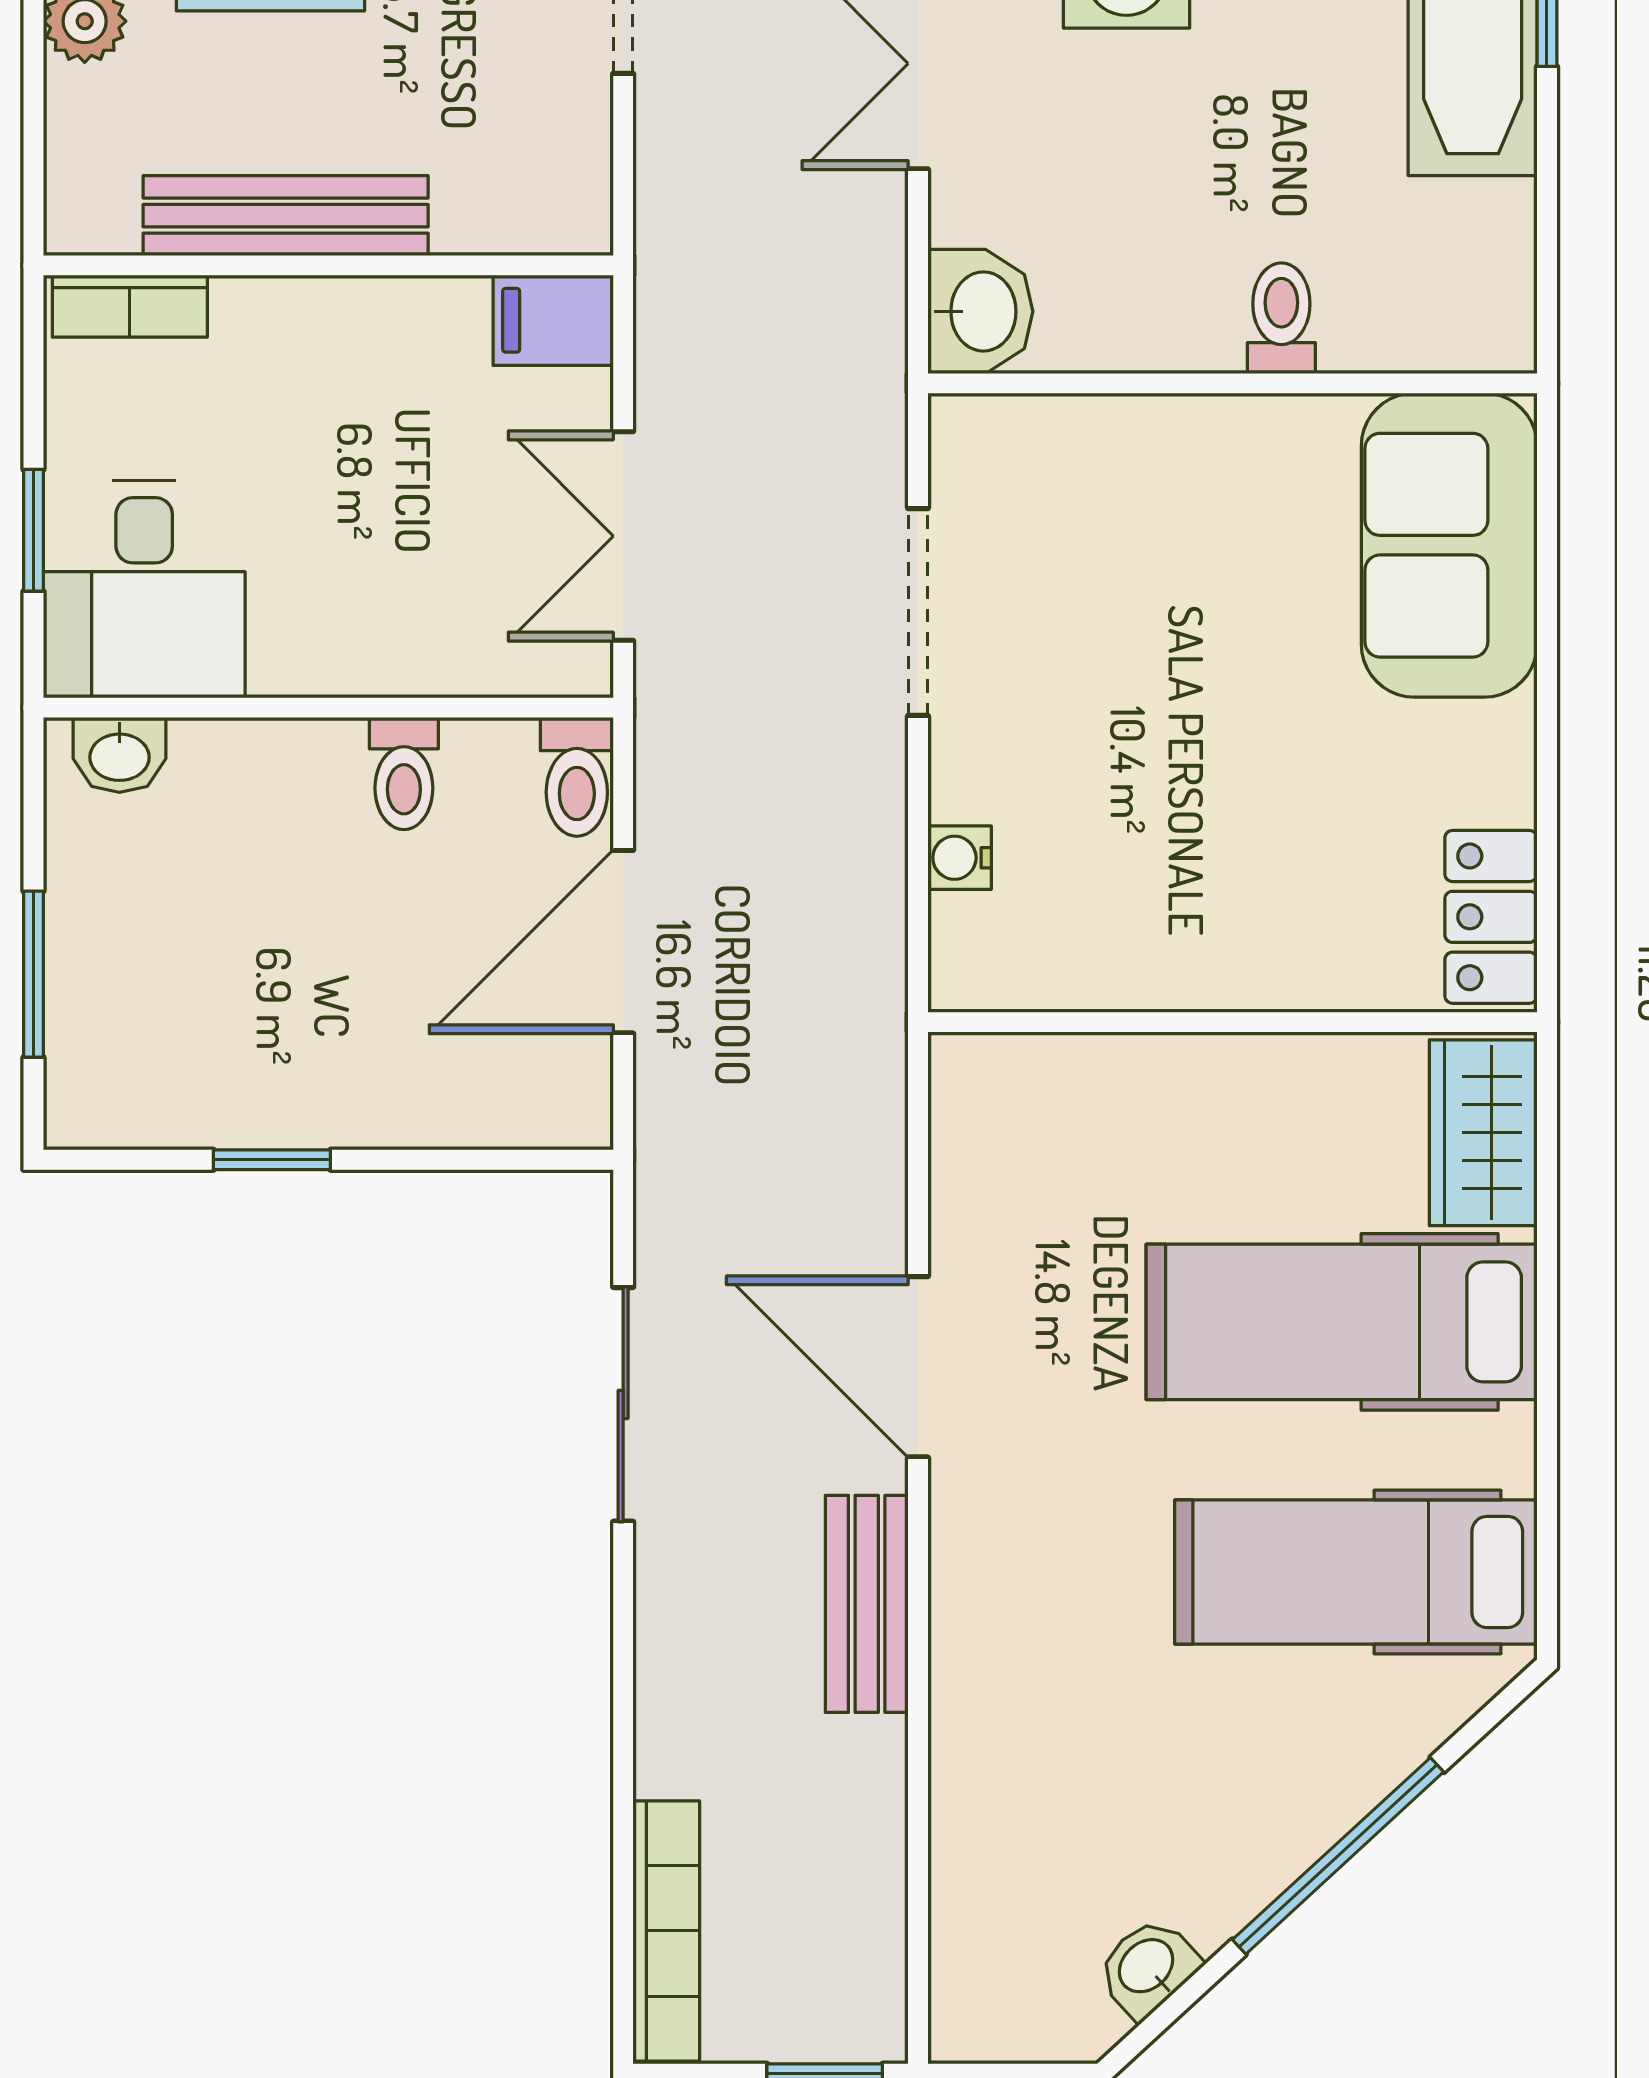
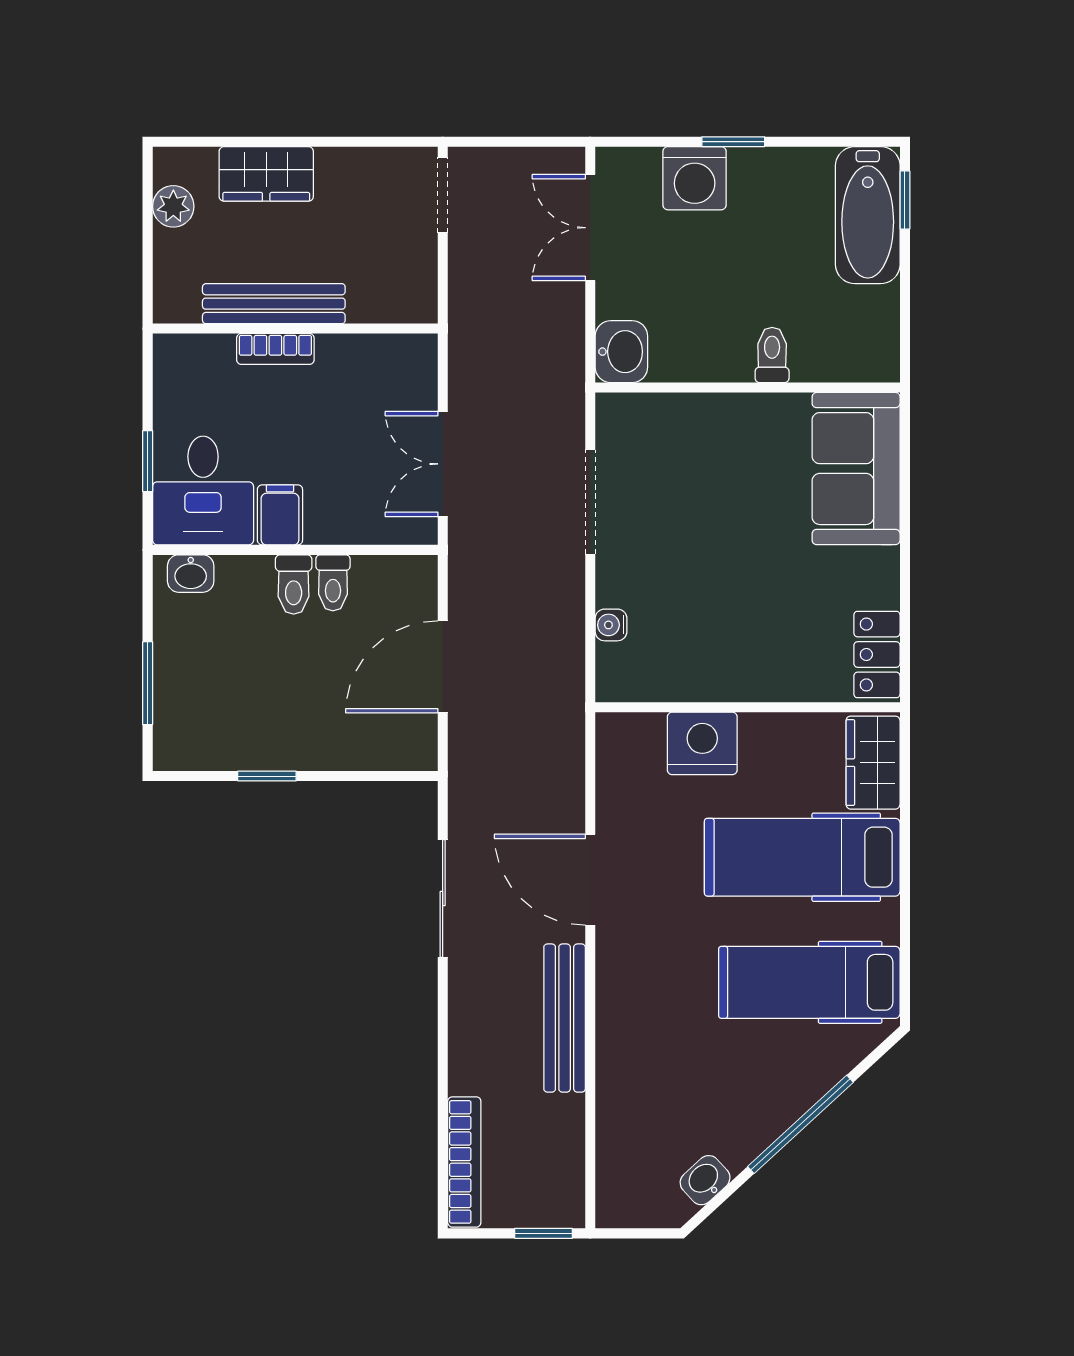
bookcase: (130, 306) -> (275, 349), moved
filing cabinet: (553, 320) -> (280, 515), moved, turned 90
toilet: (577, 777) -> (294, 584), moved
nightstand: (1142, 1095) -> (702, 743), added
bench: (867, 1604) -> (565, 1018), width x1.36

